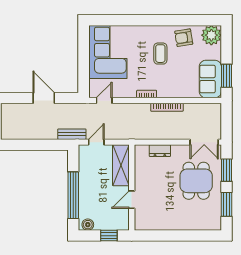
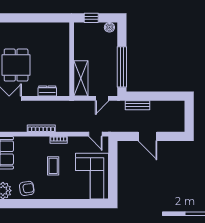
coffee table: (160, 54) -> (53, 166), moved
door: (104, 101) -> (95, 134), hinge flipped
bench: (72, 134) -> (138, 105), moved
window: (73, 195) -> (122, 67), moved
door: (132, 200) -> (72, 49), removed

